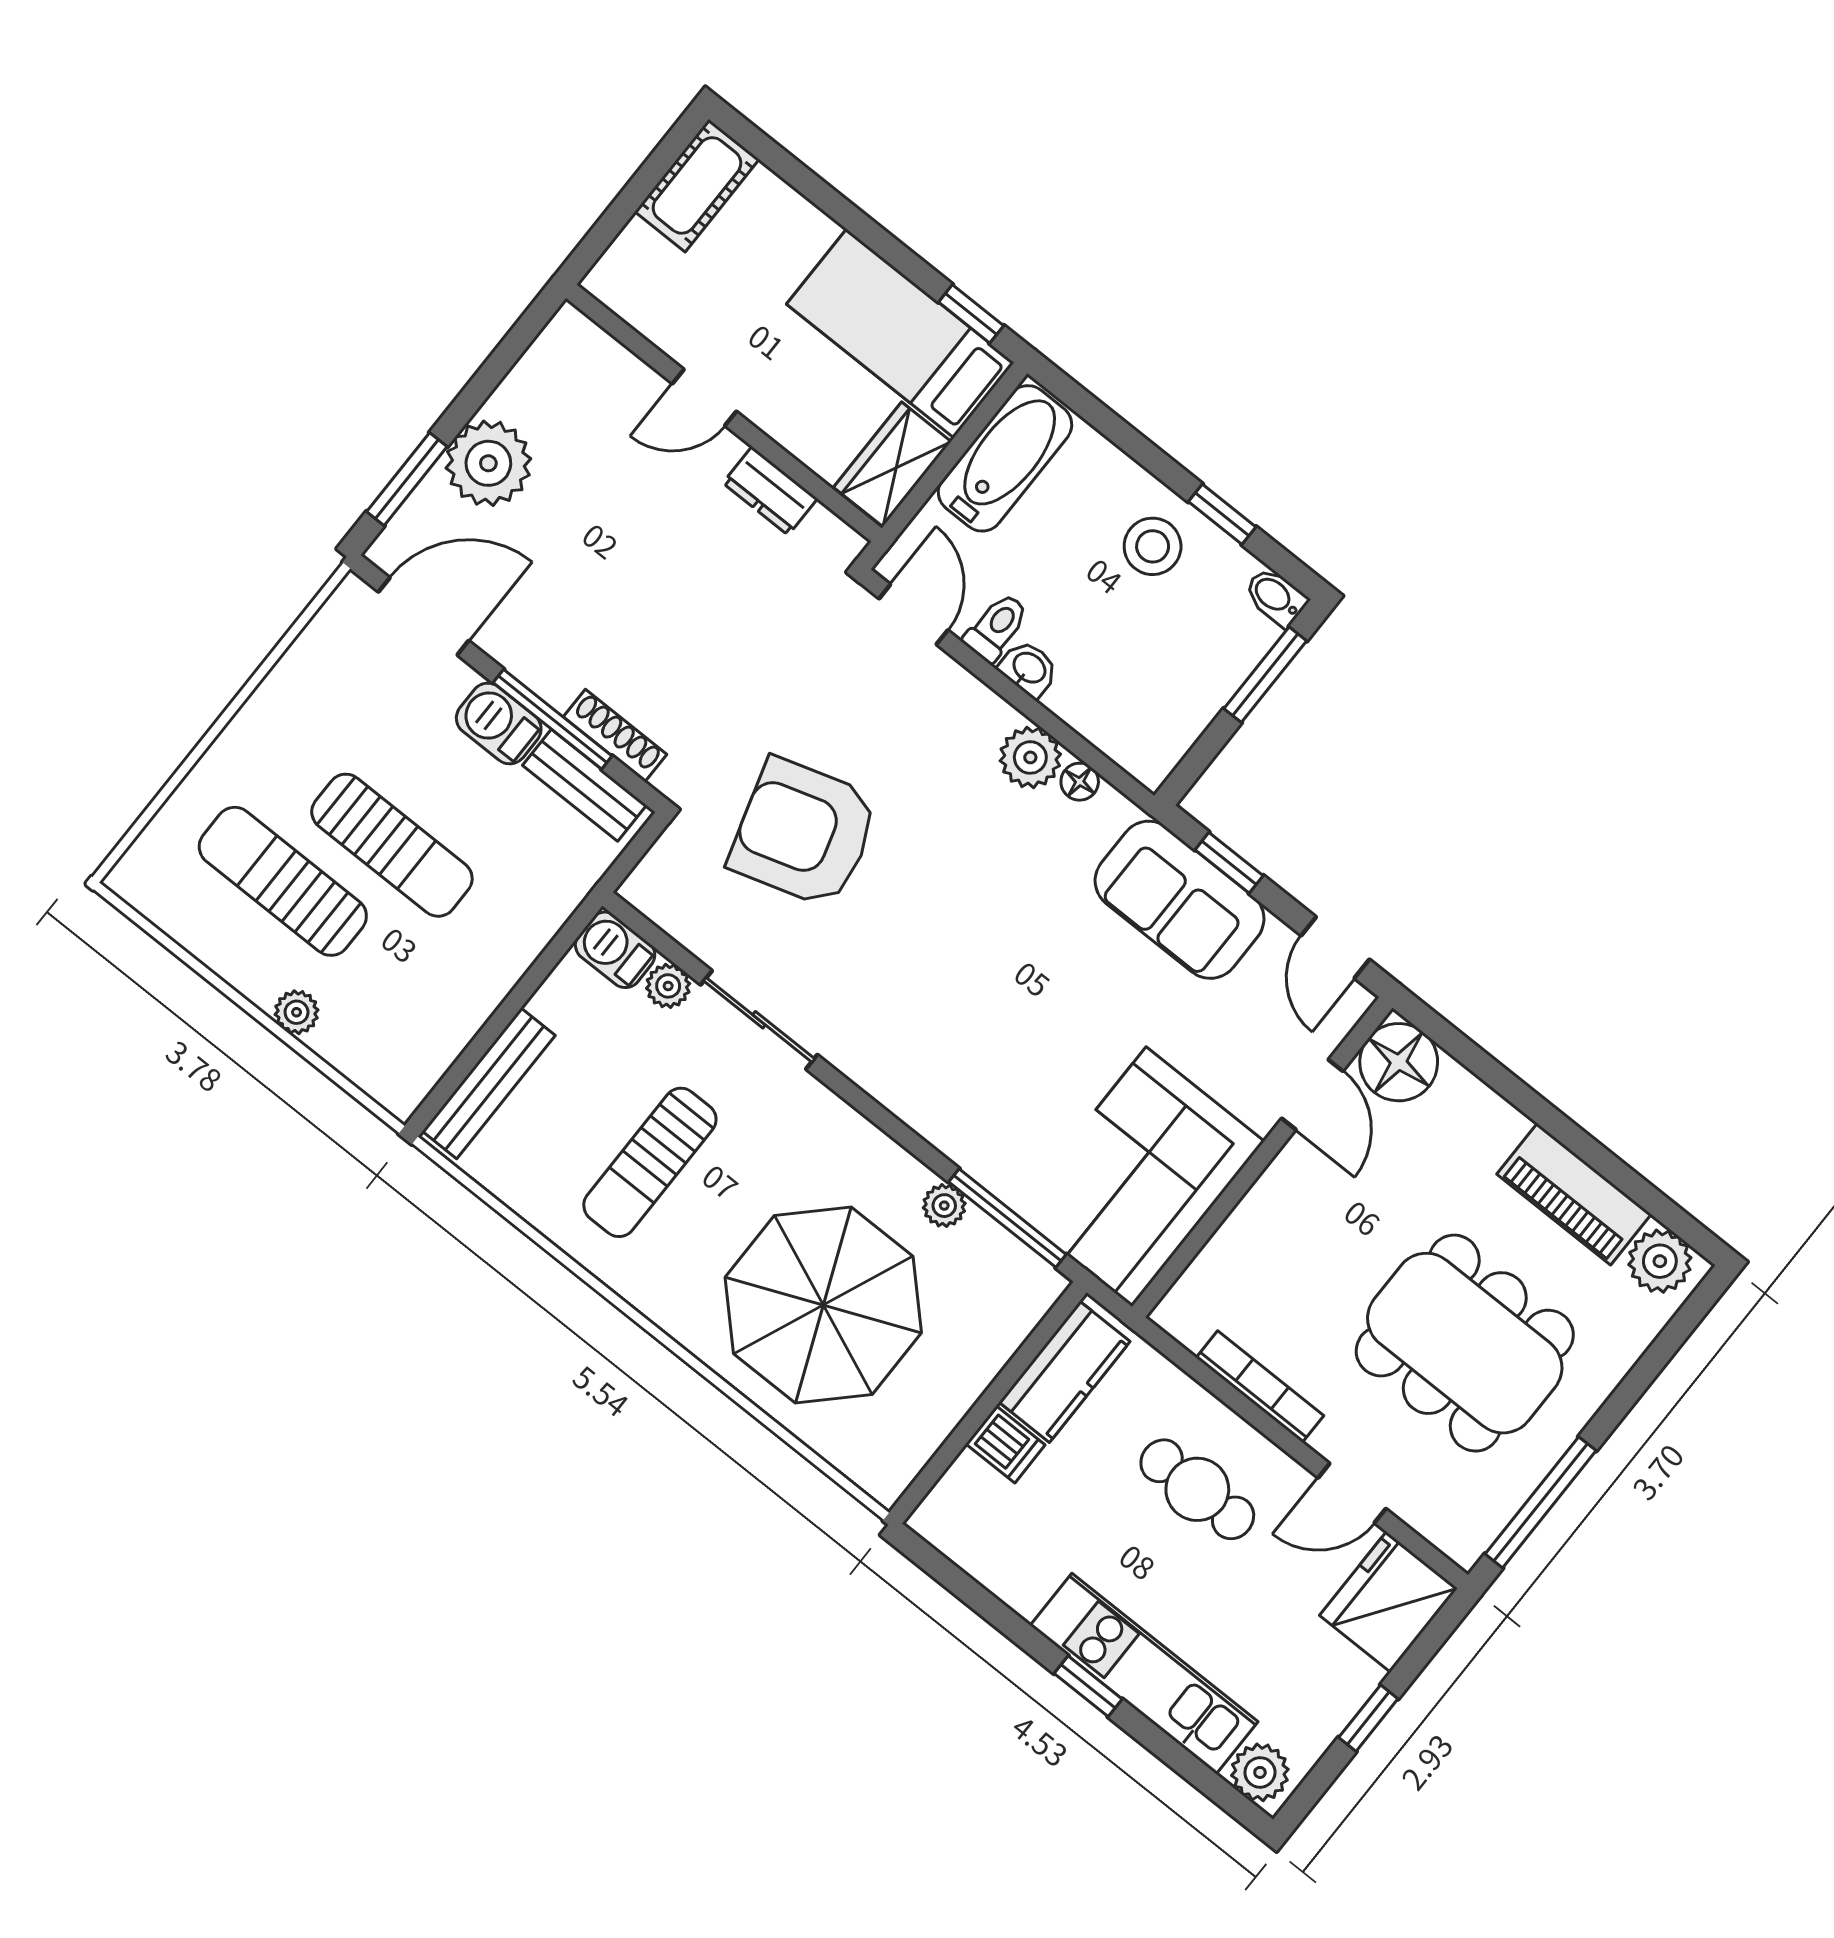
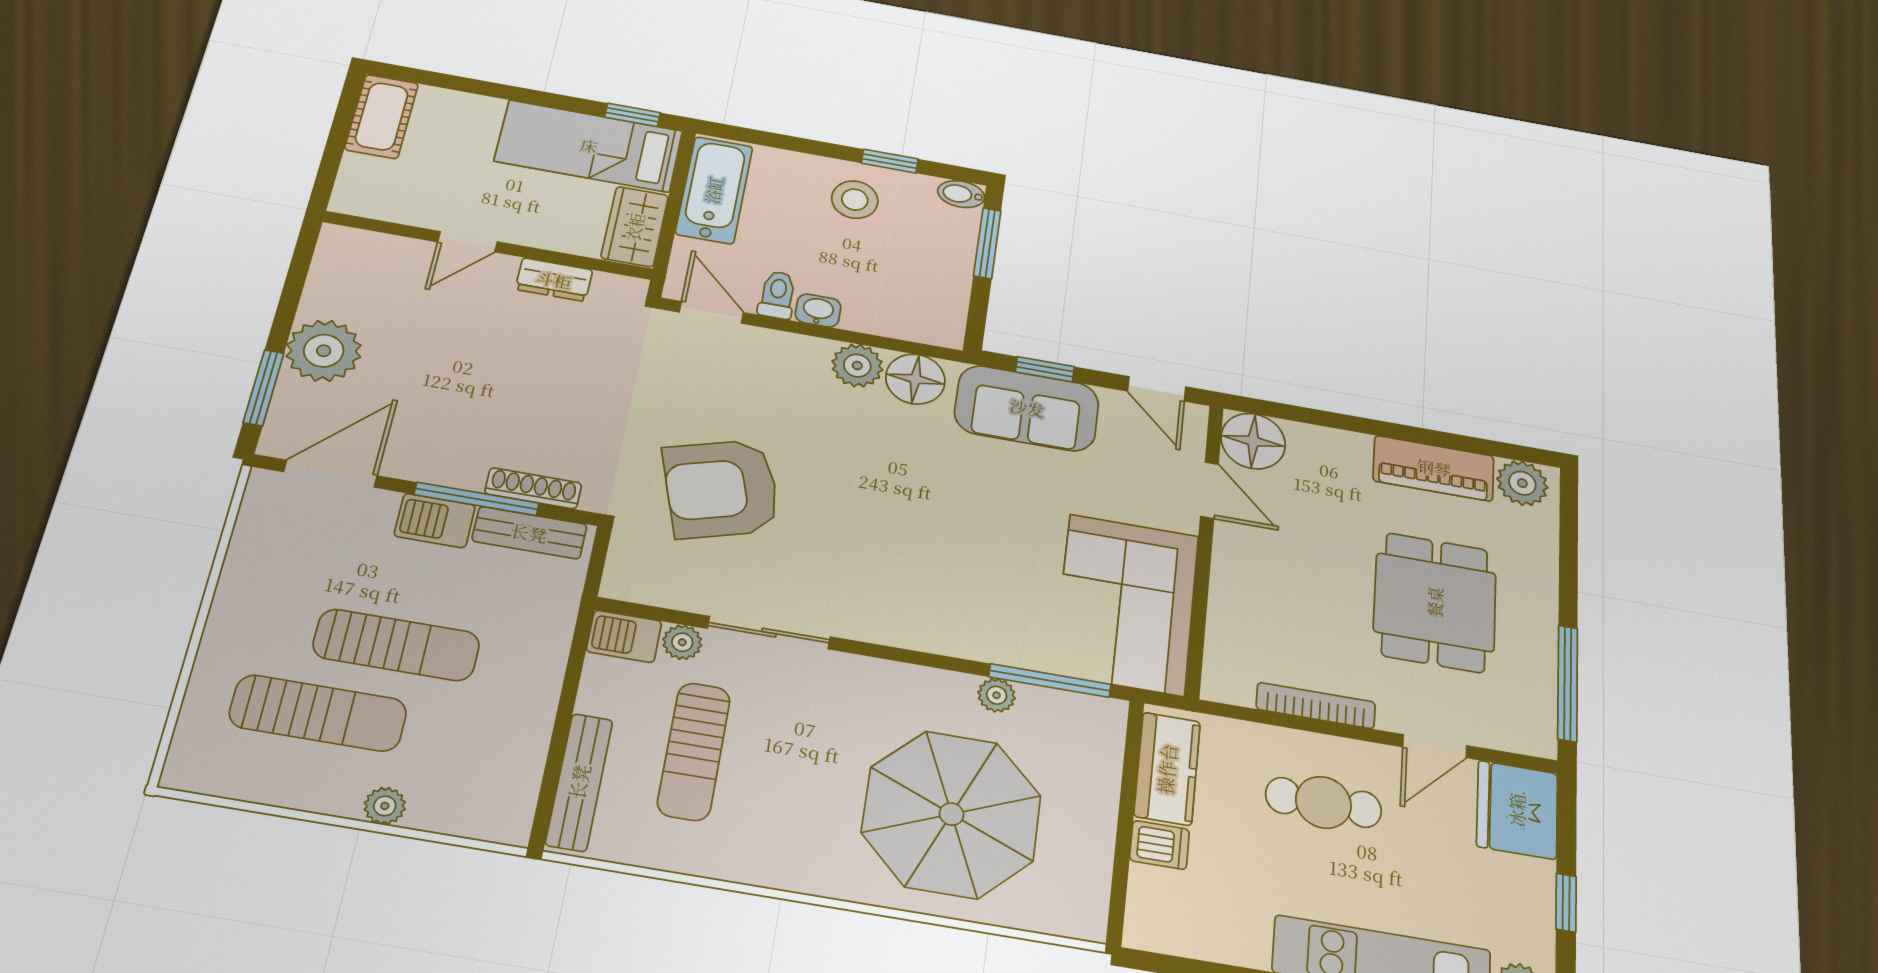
floor lamp: (1080, 782) -> (915, 379), width x1.89, depth x1.89
sun lounger: (283, 881) -> (318, 713), turned 180
sun lounger: (650, 1162) -> (694, 751), moved
dining table: (1465, 1343) -> (1435, 602), width x0.73

